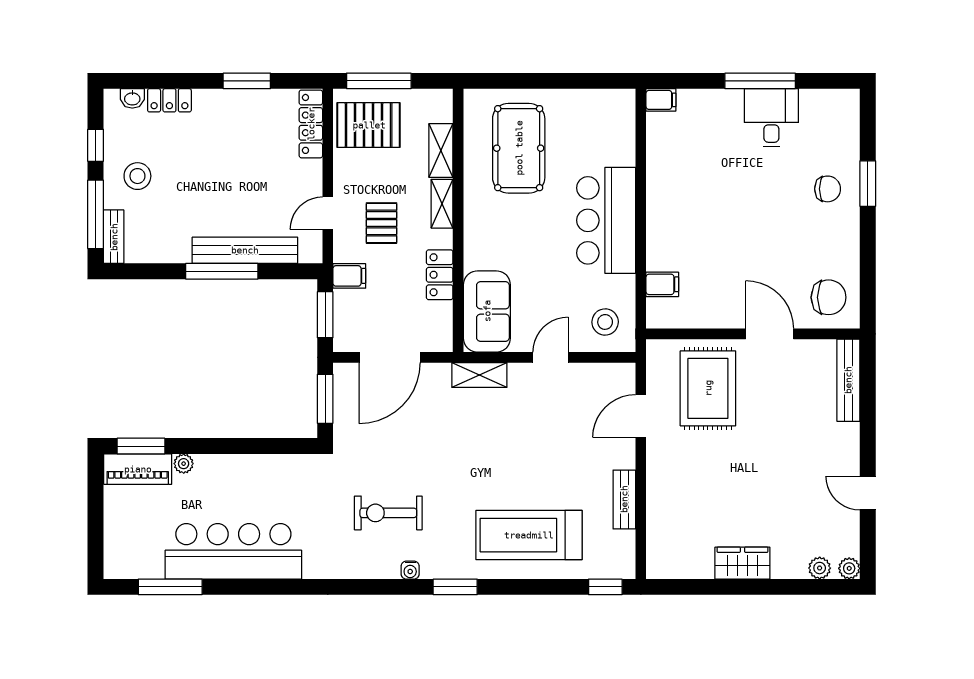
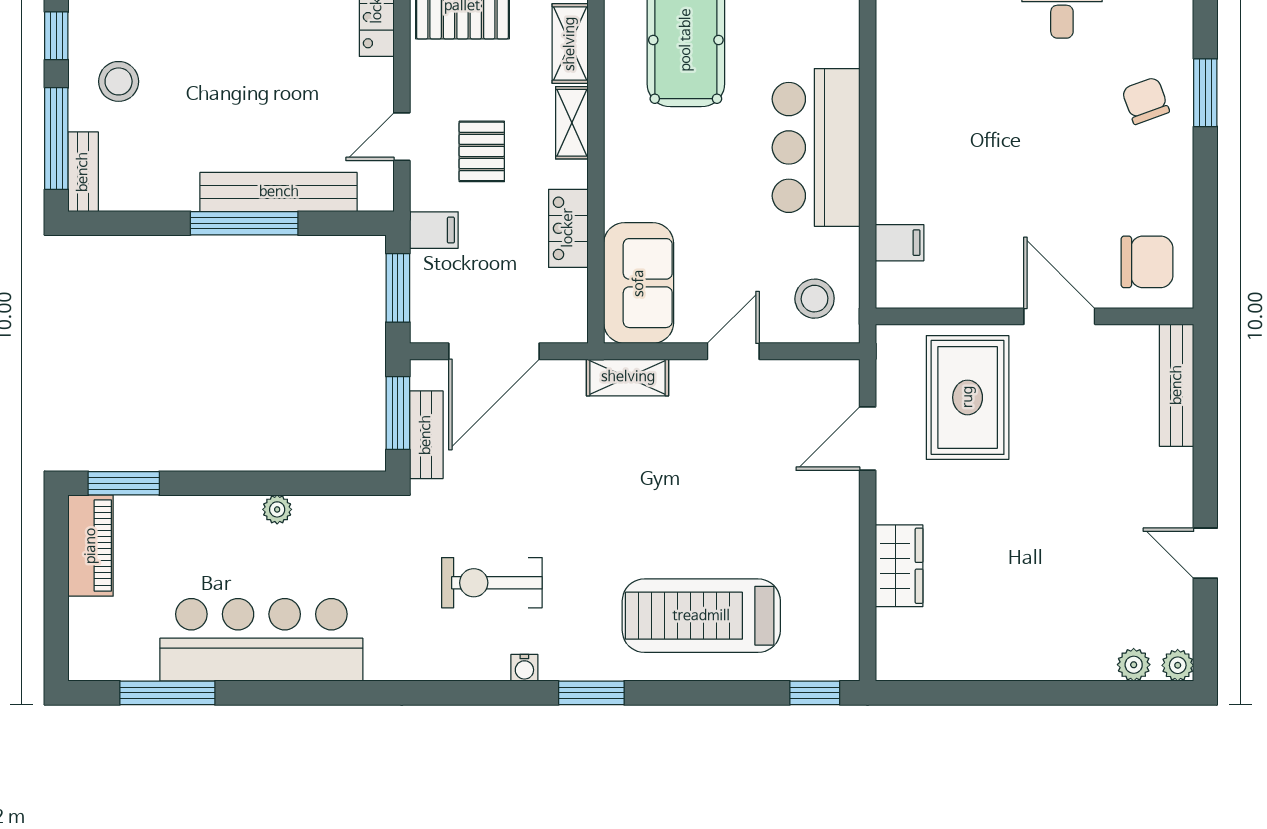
chair: (828, 189) -> (1146, 101), turned -110
plant: (184, 464) -> (277, 509), moved
piano: (138, 469) -> (91, 546), moved, turned -90
bench: (624, 499) -> (426, 435), moved
wardrobe: (742, 563) -> (899, 566), moved, turned 90

